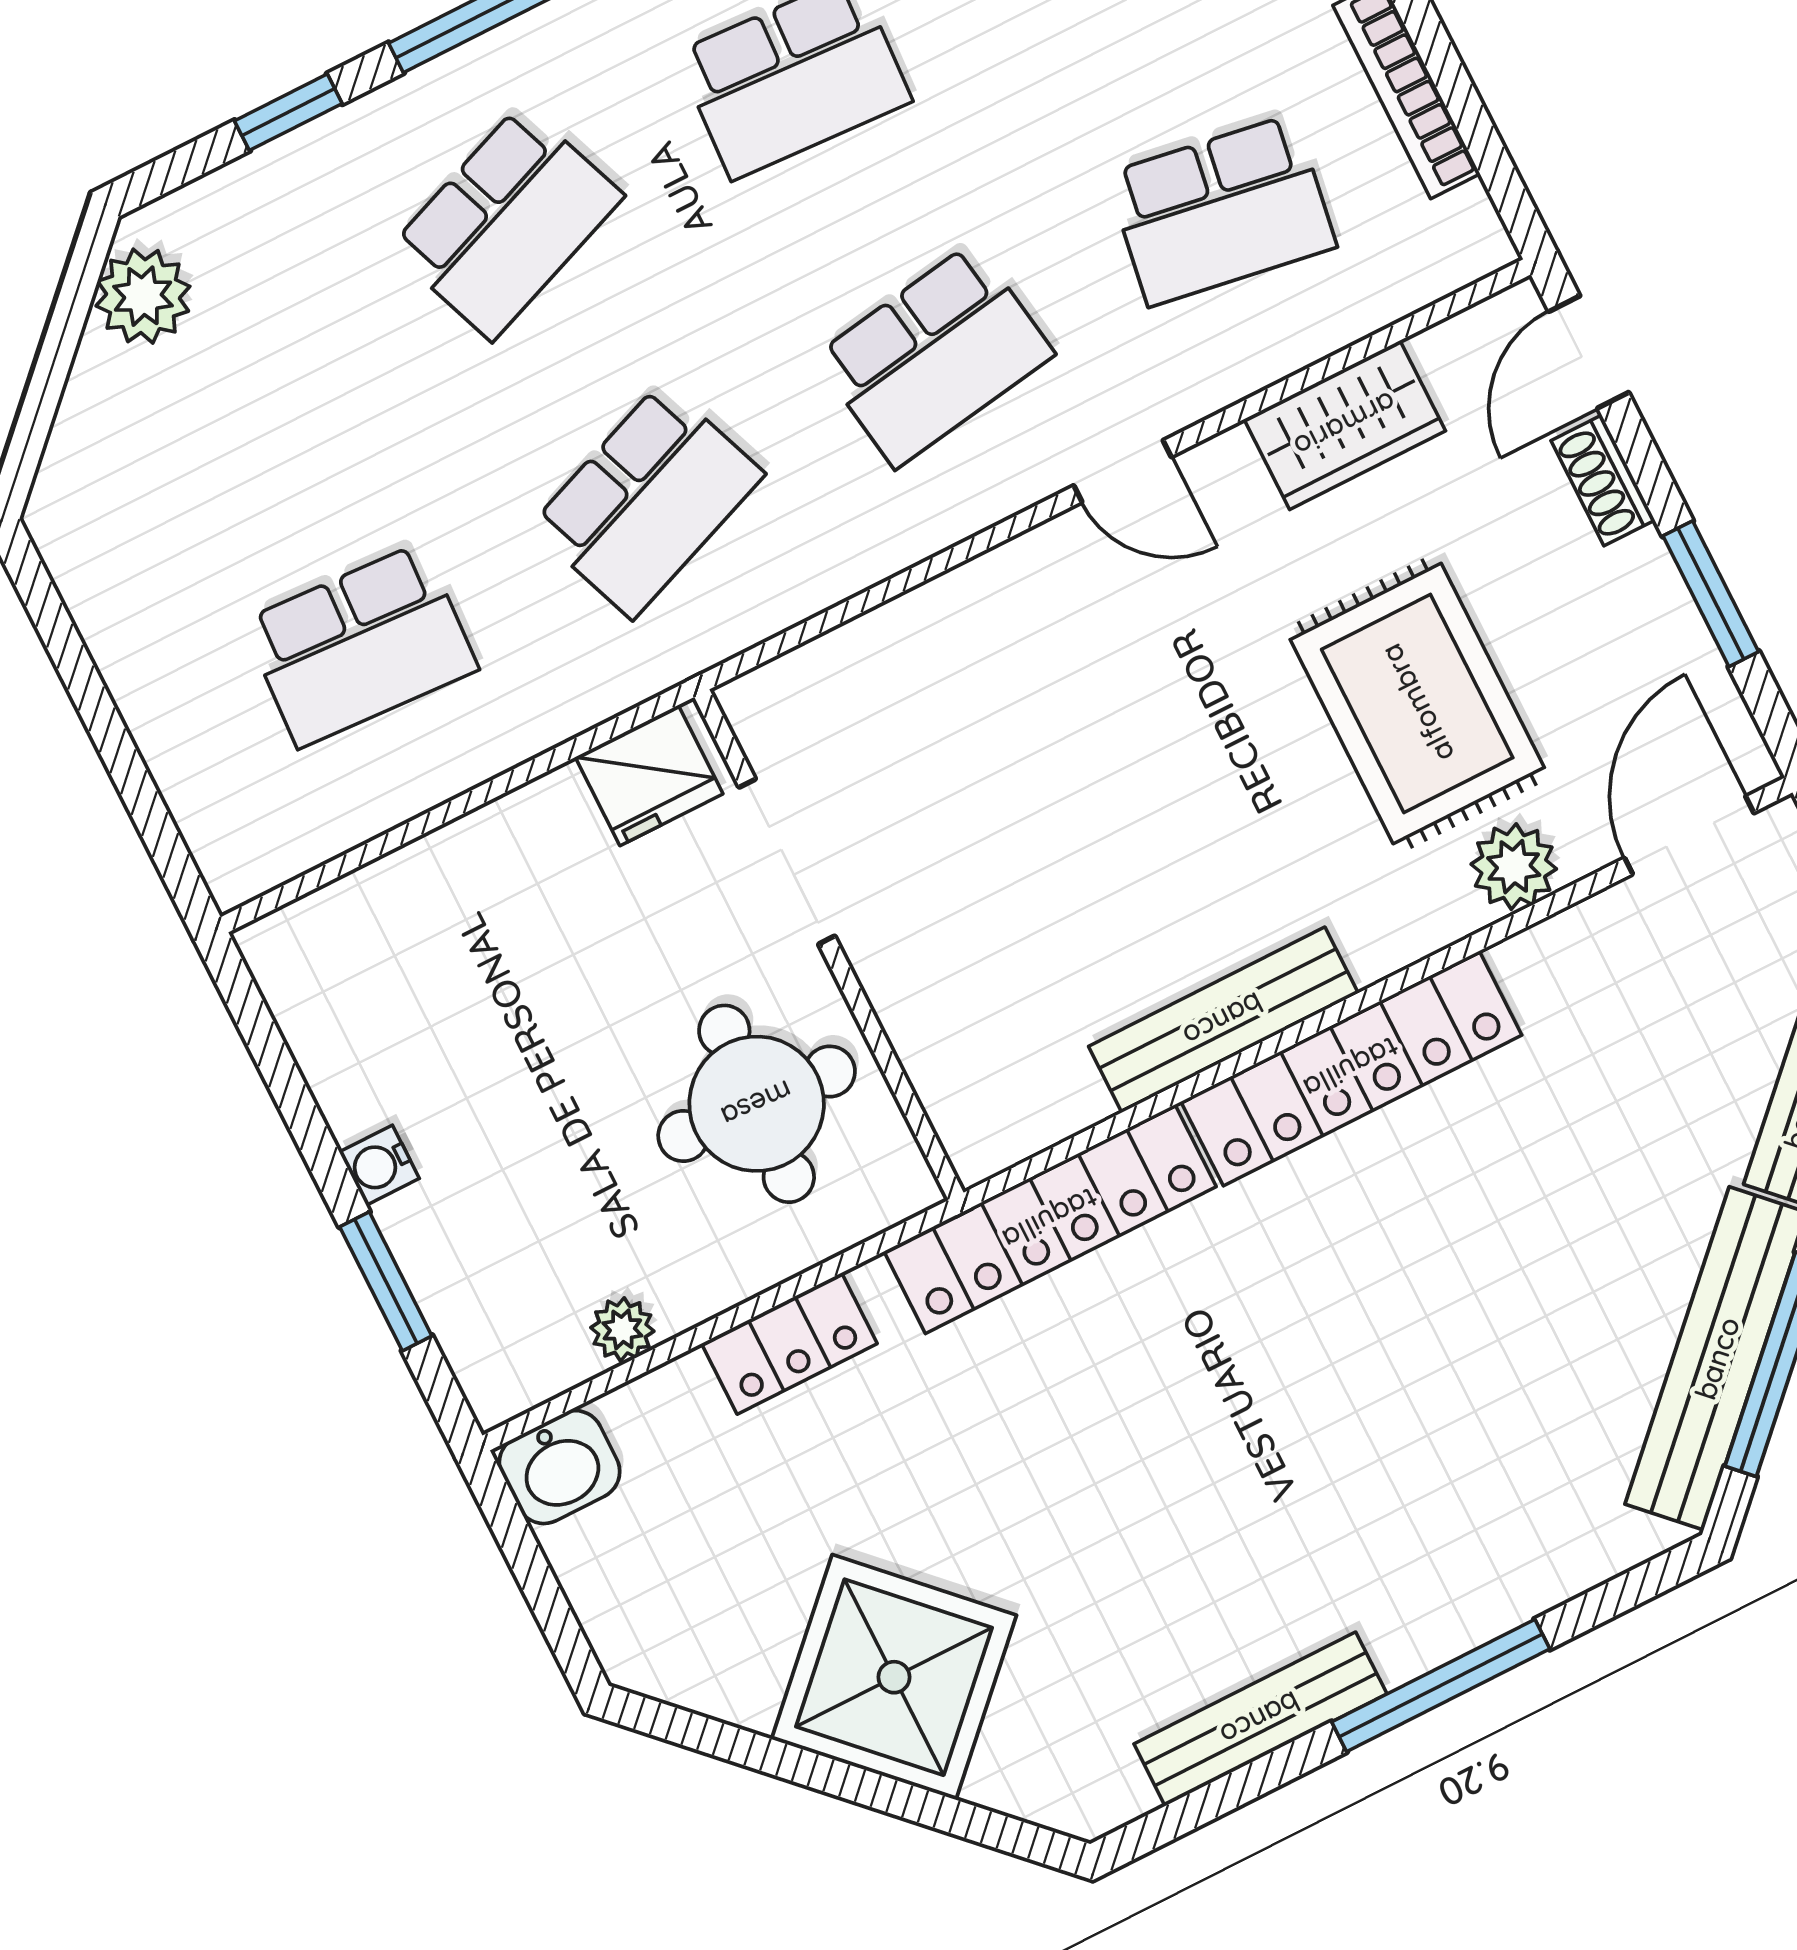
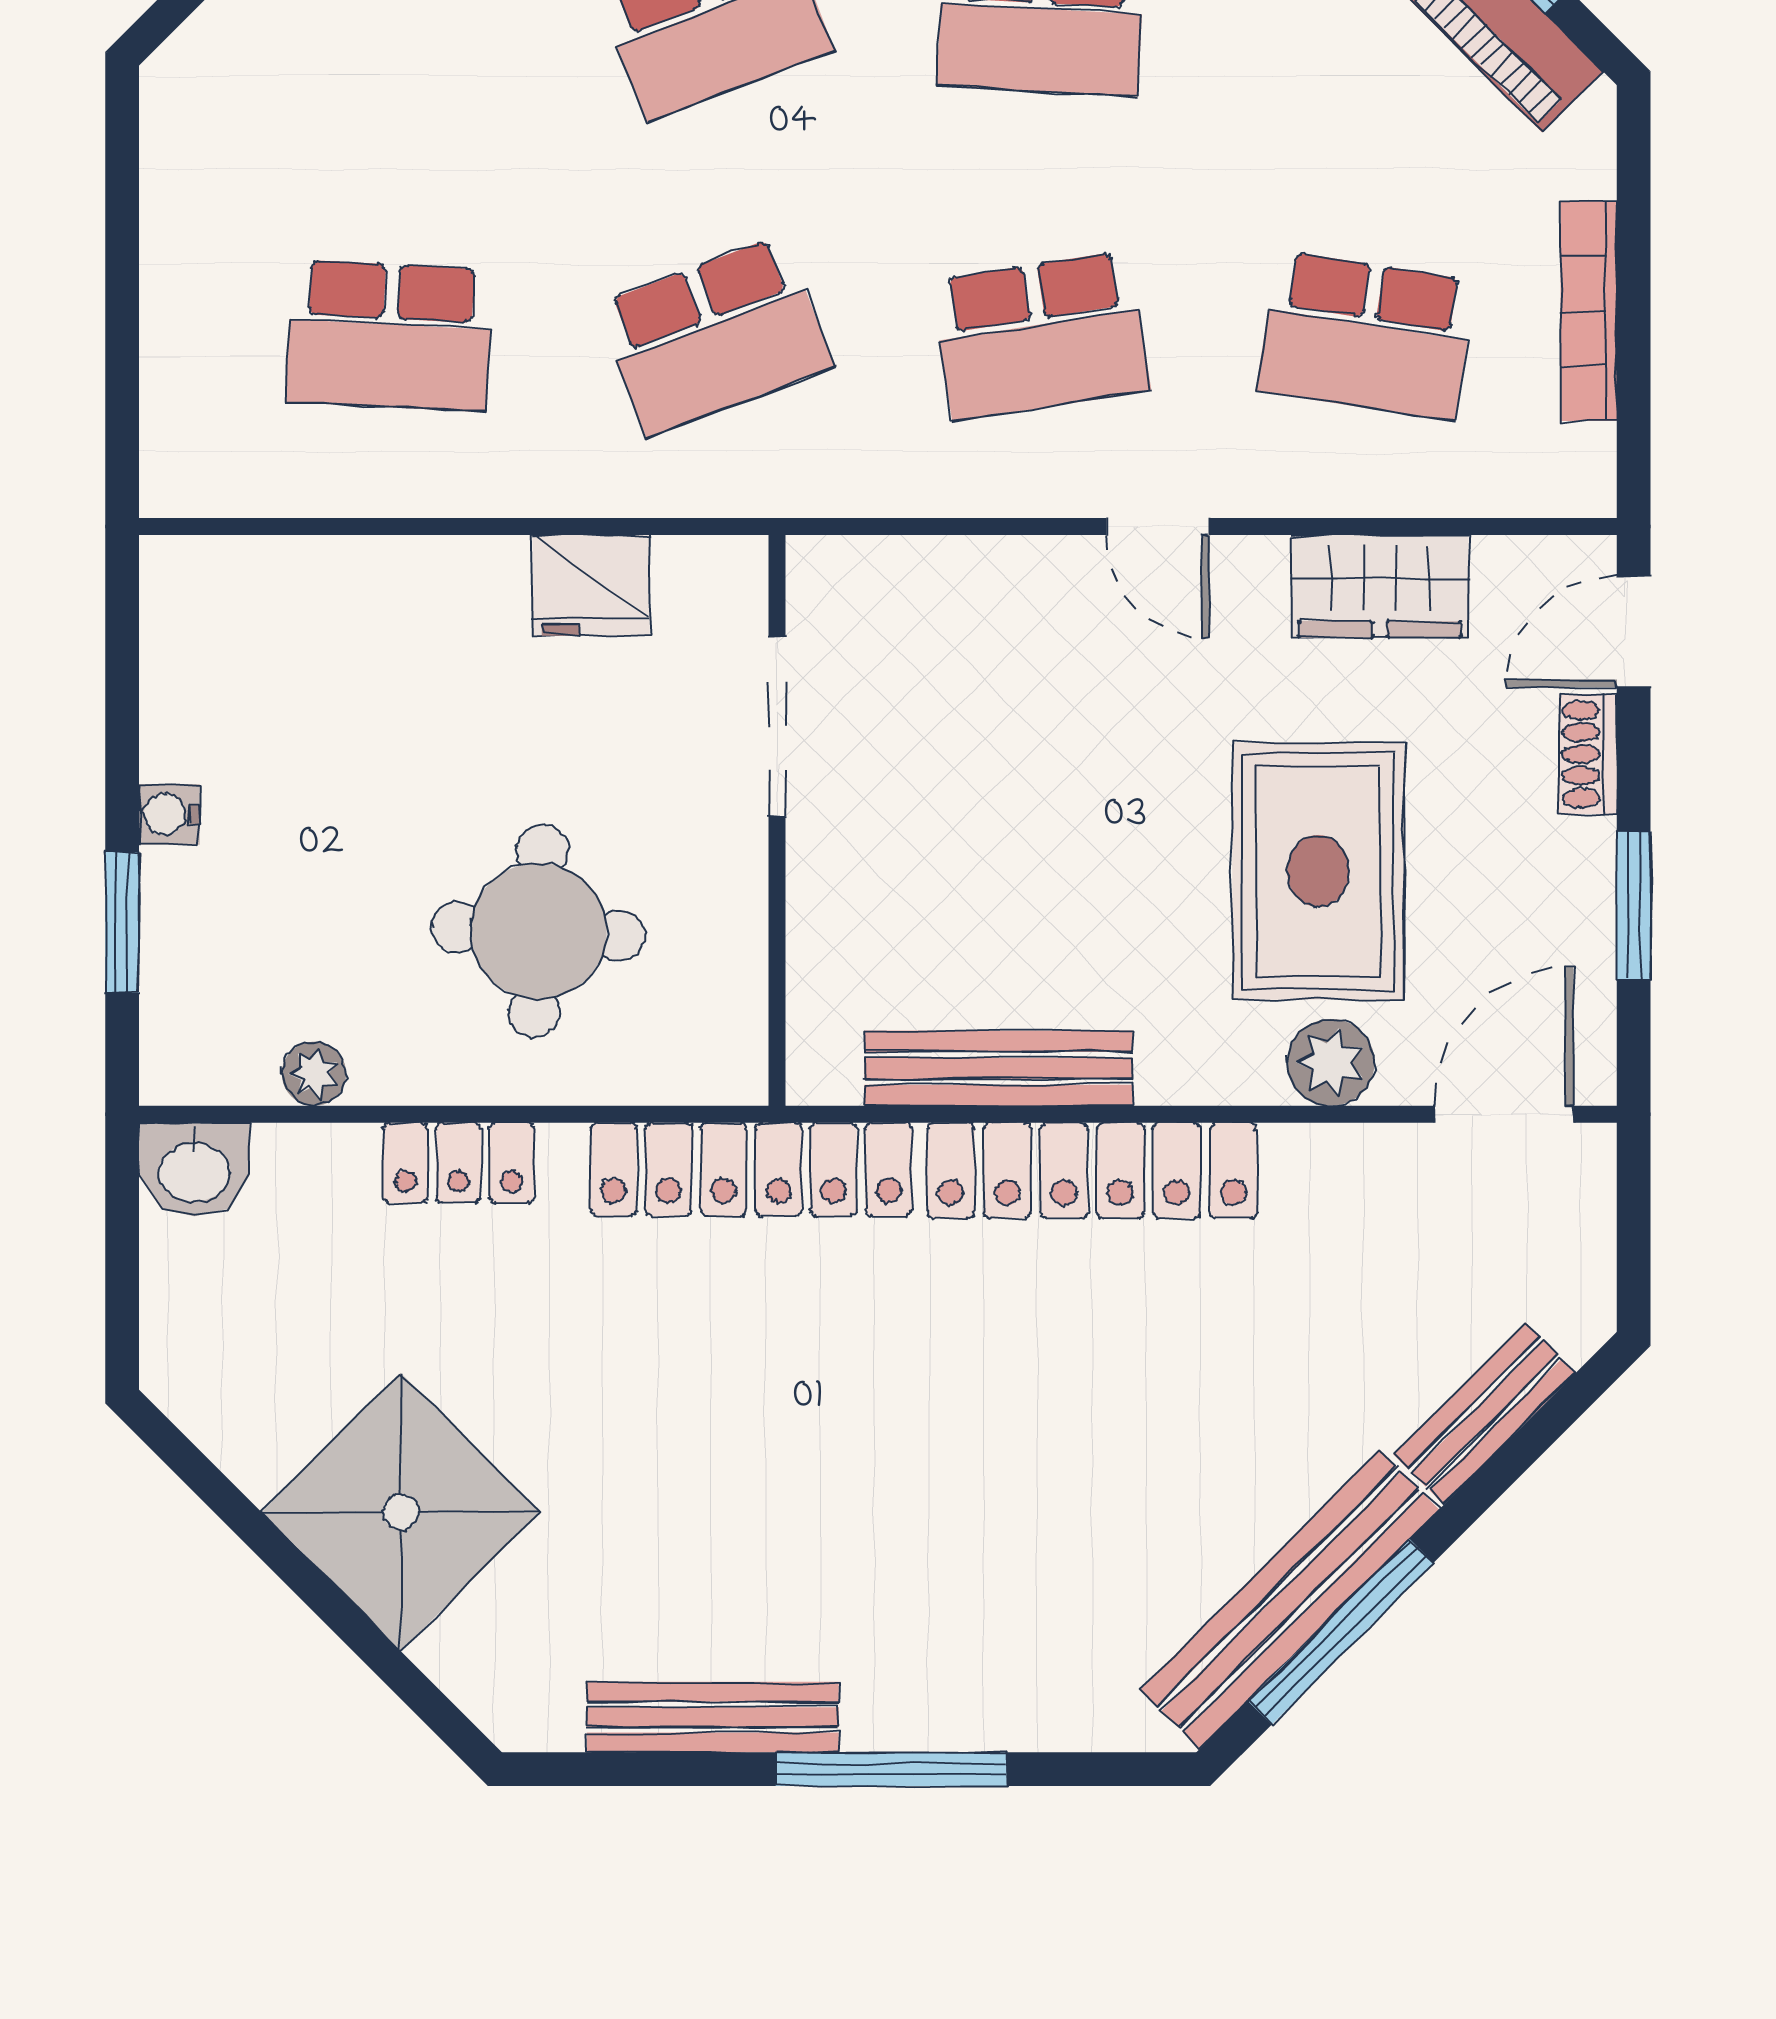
doorway: (787, 862) -> (777, 726), moved
wall: (829, 945) -> (777, 820), moved

